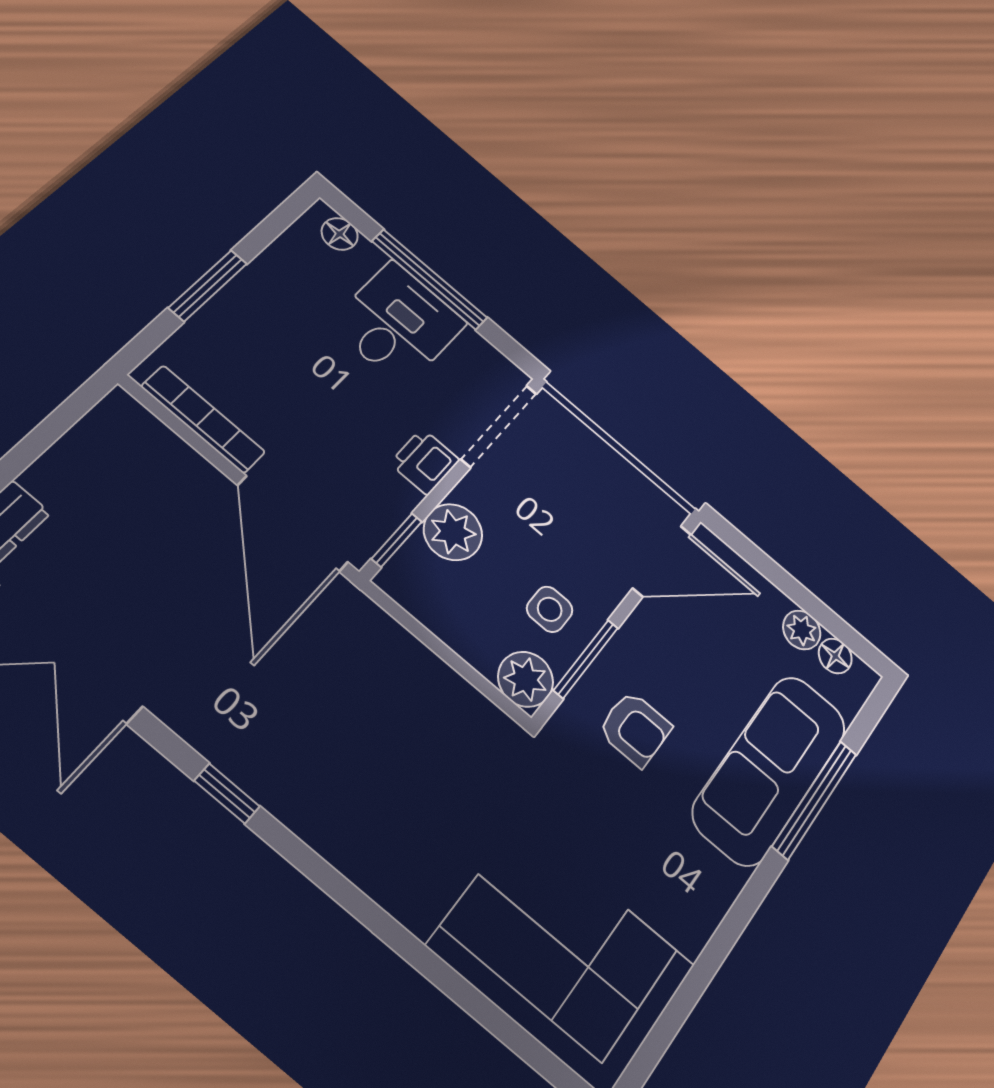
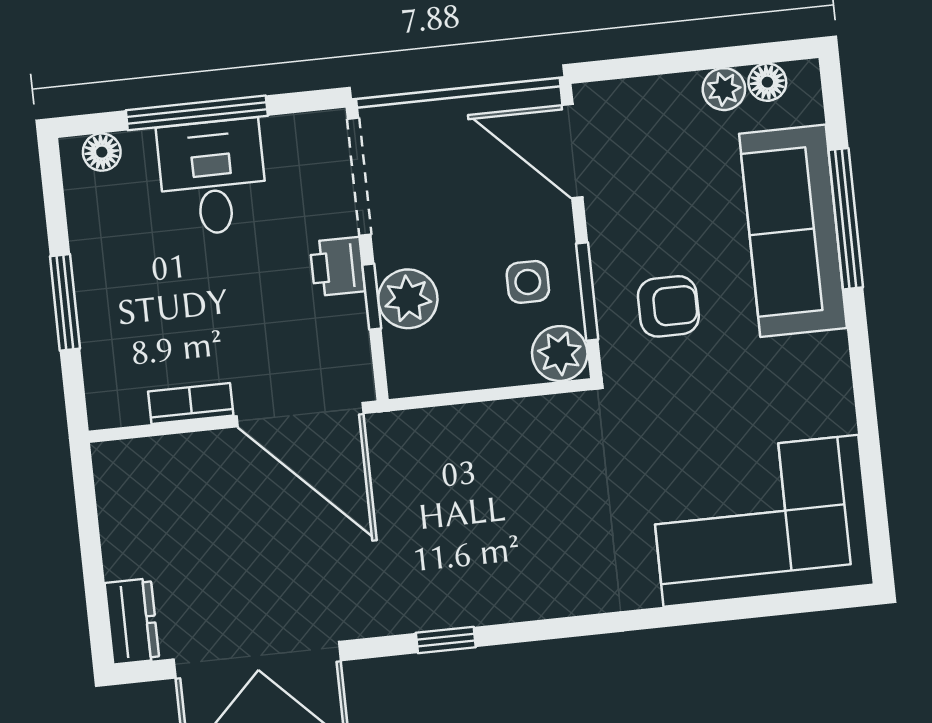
bookcase: (203, 419) -> (191, 404), width x0.64
window: (397, 540) -> (372, 297), moved
door: (662, 561) -> (572, 151), swing flipped

